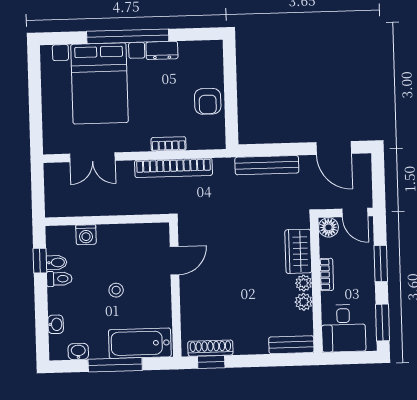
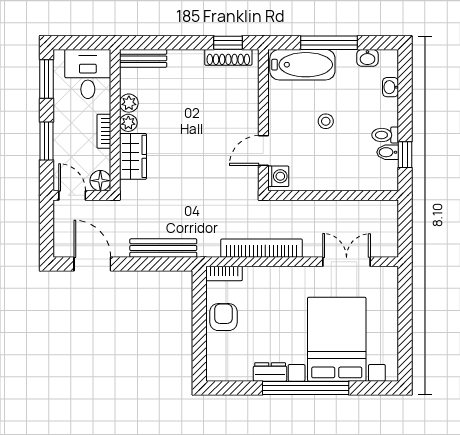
bookcase: (169, 144) -> (224, 273), moved
washing machine: (86, 235) -> (278, 176), moved, turned 90

